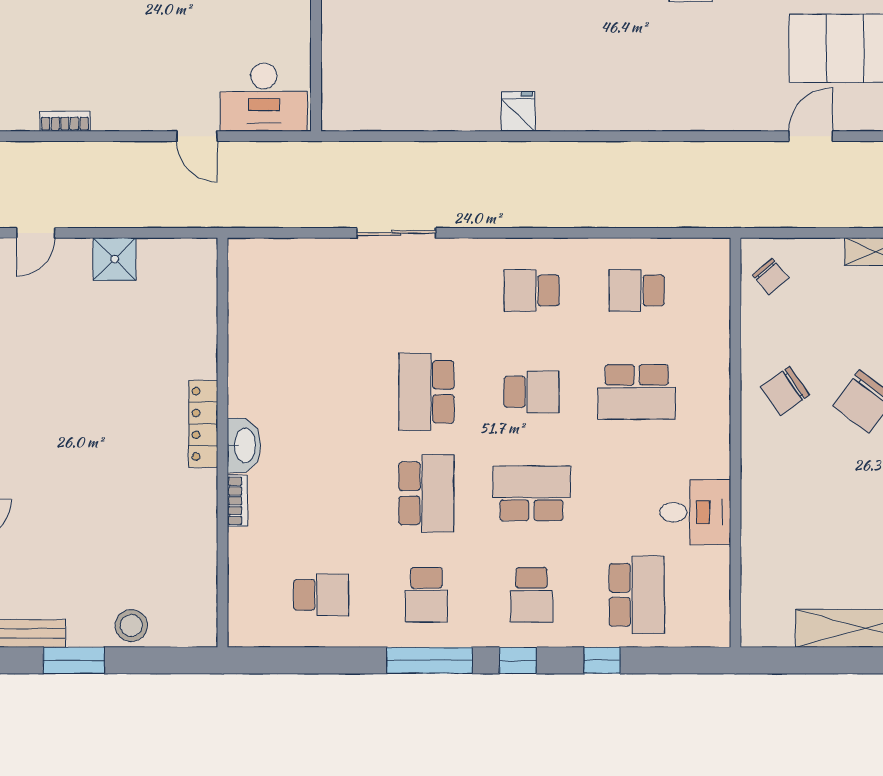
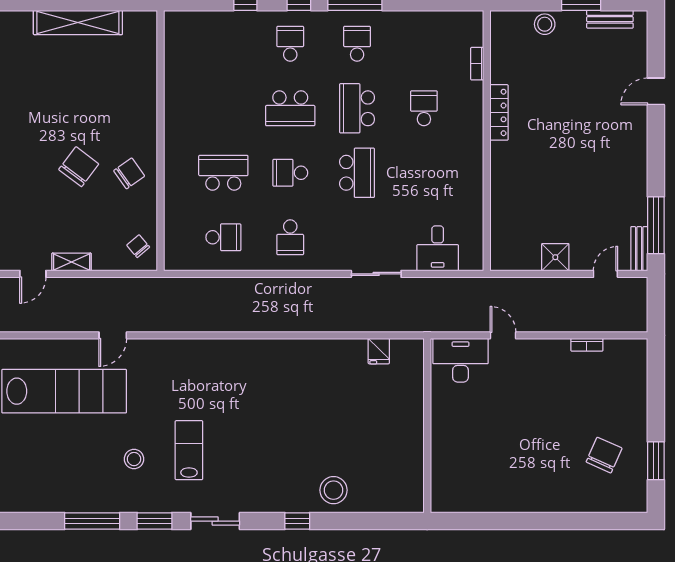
fridge: (518, 111) -> (379, 351), moved
school desk: (532, 290) -> (290, 237), turned 90
locker: (203, 424) -> (499, 112), moved
washbasin: (244, 445) -> (473, 139), removed
bookcase: (238, 501) -> (477, 64), moved
desk: (695, 512) -> (438, 248), moved, turned -90
school desk: (321, 595) -> (424, 108), moved, turned 90
school desk: (637, 595) -> (223, 44), removed

